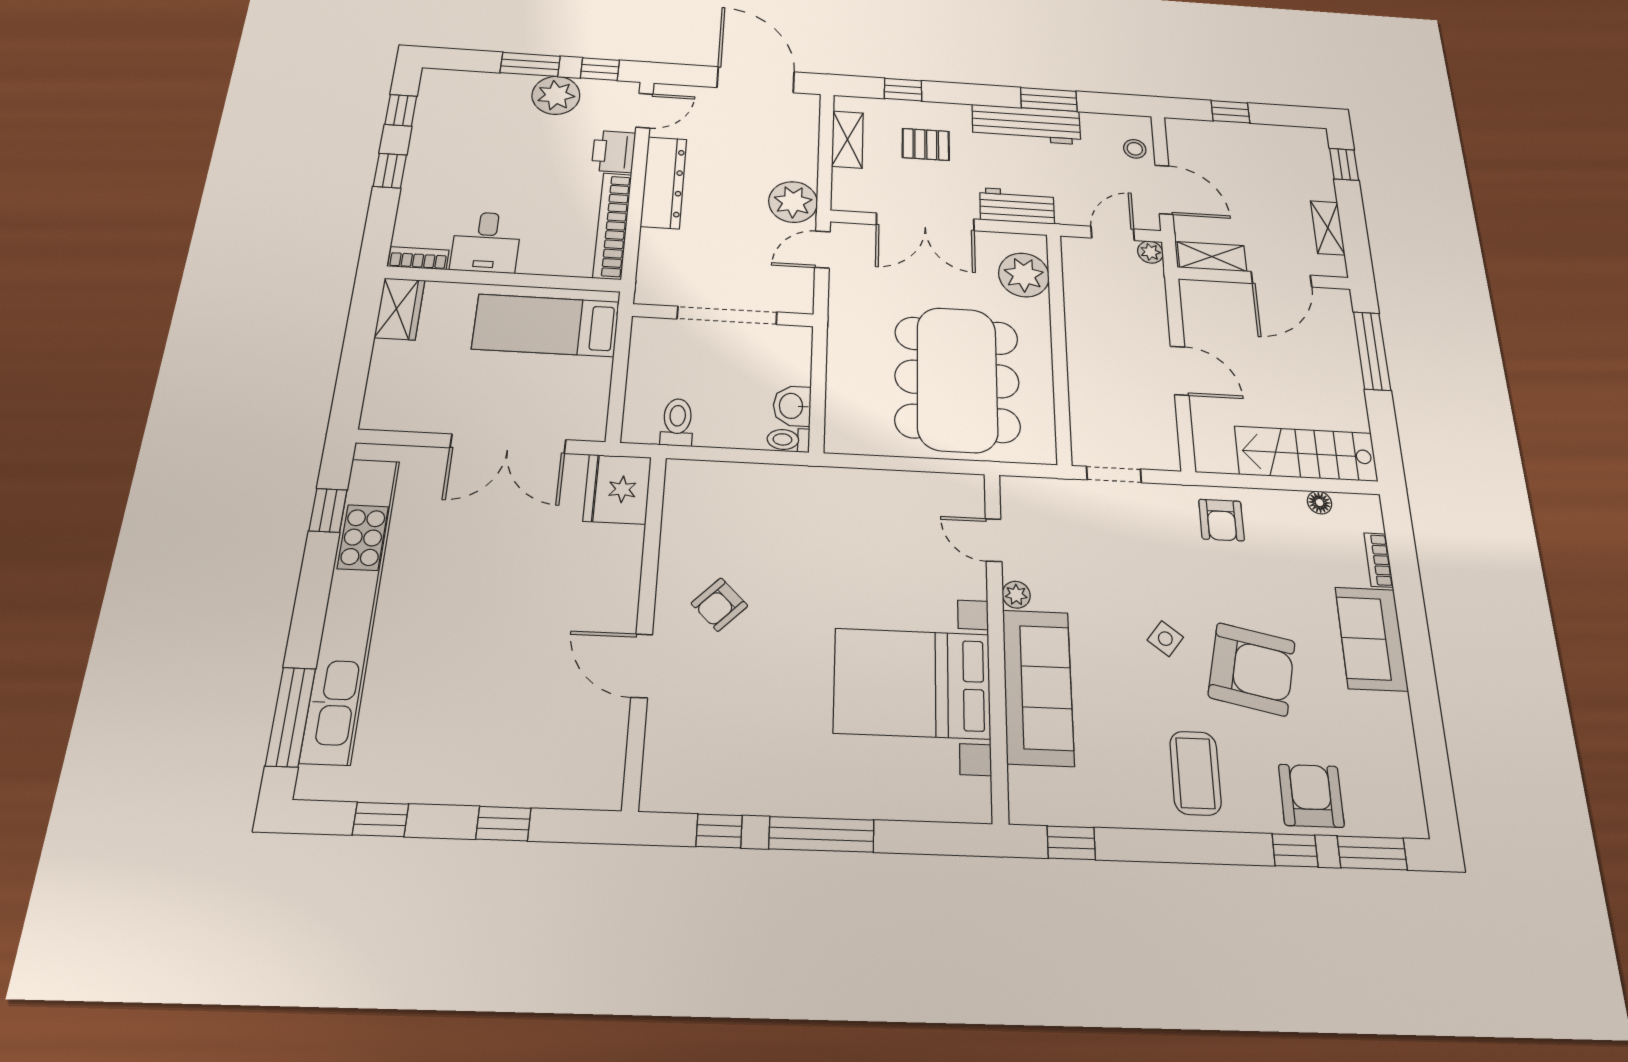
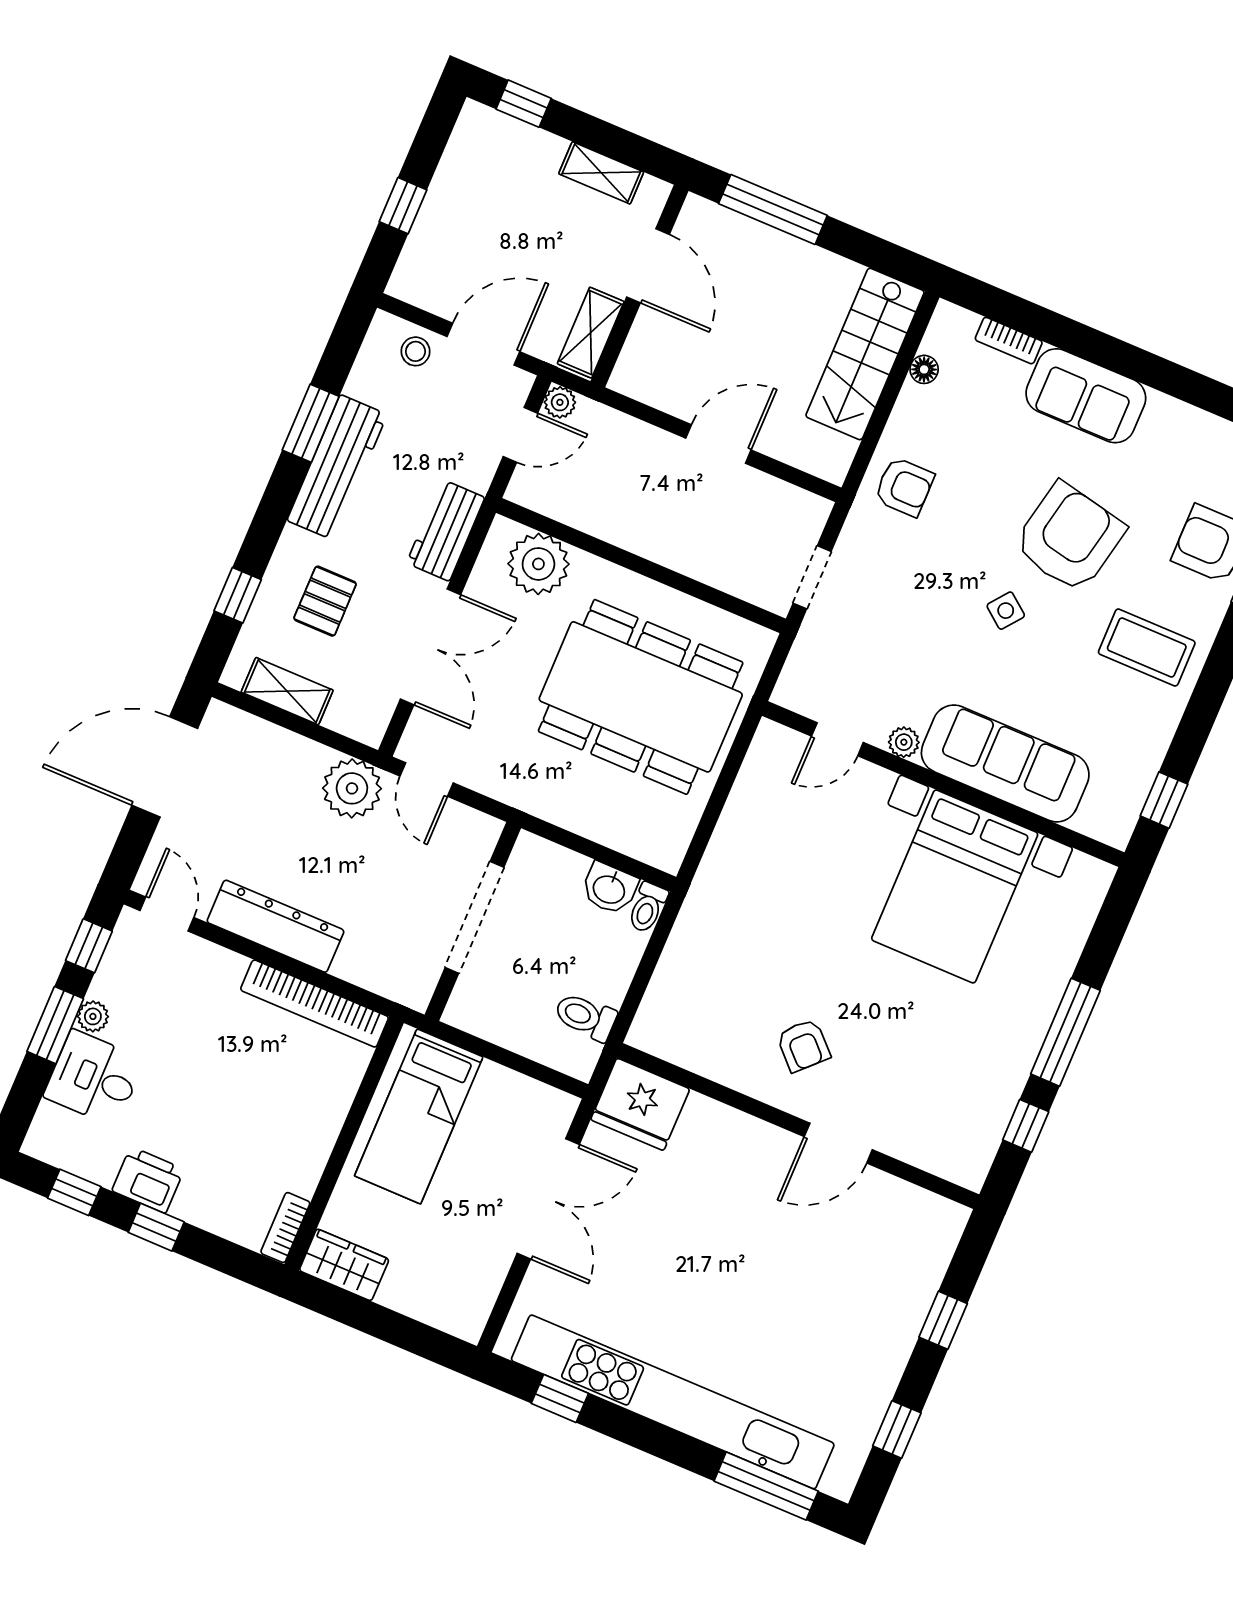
plant: (556, 95) -> (93, 1016), width x0.53, depth x0.53
printer: (614, 152) -> (148, 1180), moved, turned 180
door: (1113, 233) -> (520, 435), swing flipped
desk: (486, 242) -> (94, 1078), moved, turned 180

